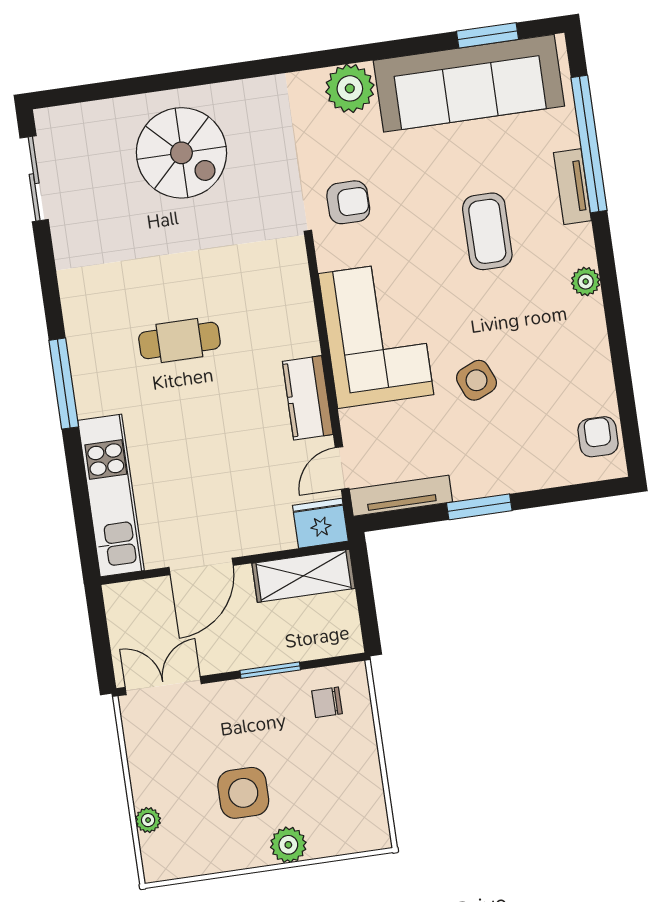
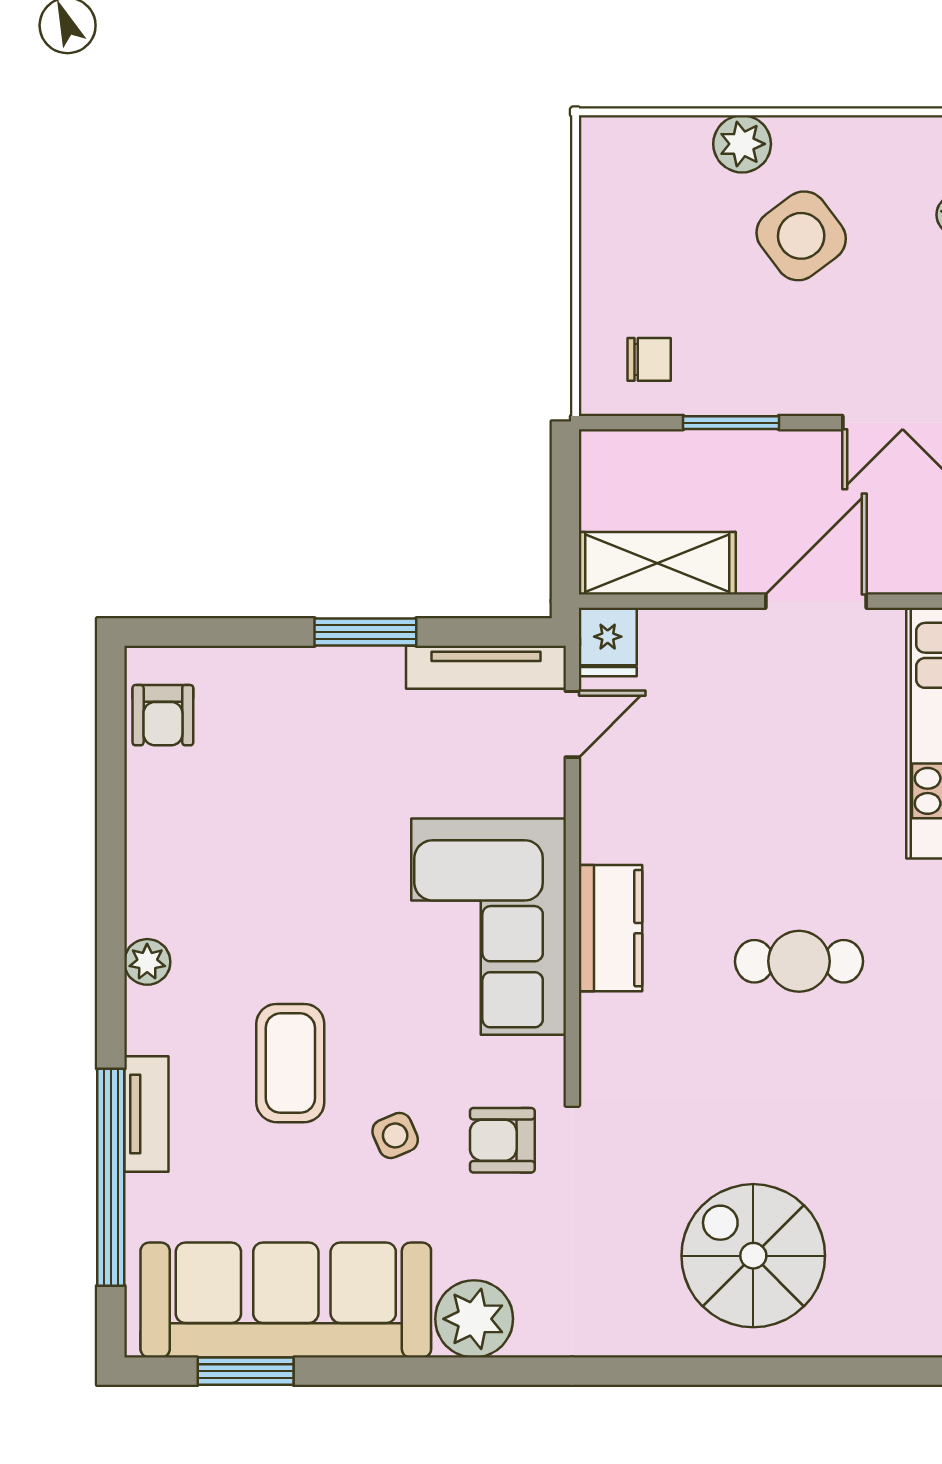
side table: (476, 380) -> (395, 1135), moved, width x0.73, depth x0.73
kitchen counter: (308, 398) -> (610, 928), moved
fridge: (320, 523) -> (608, 642), width x0.72
side table: (243, 793) -> (801, 236), turned -37

